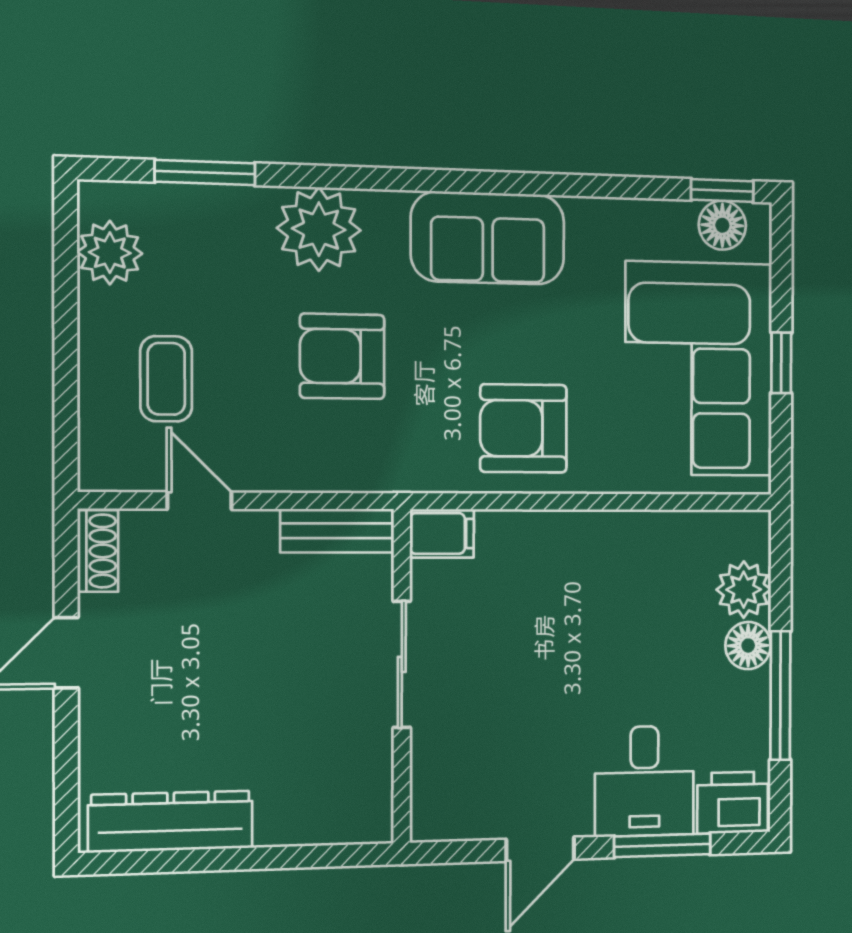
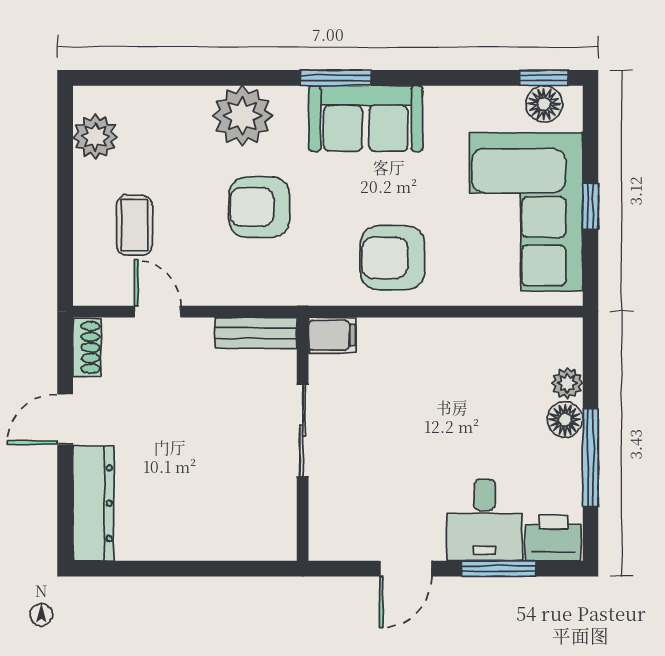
window: (205, 173) -> (336, 78), moved
plant: (744, 590) -> (567, 383), width x0.73, depth x0.73
dresser: (171, 821) -> (93, 503), moved, turned 90

